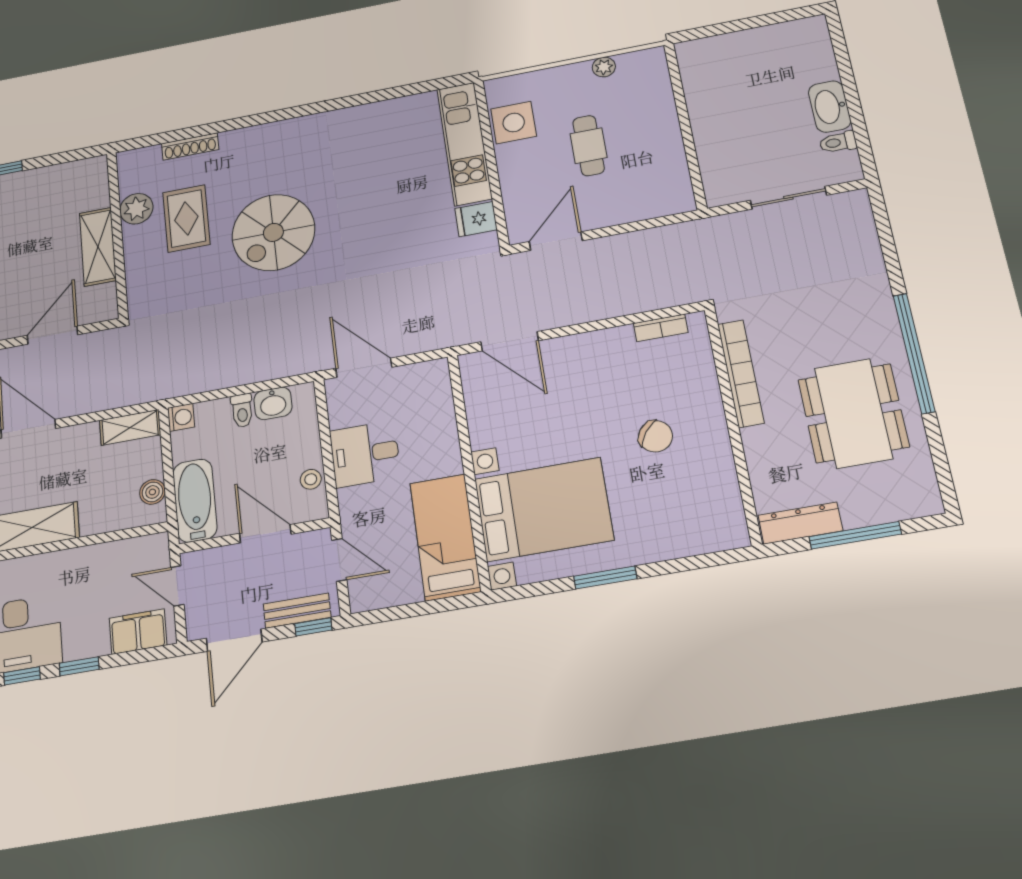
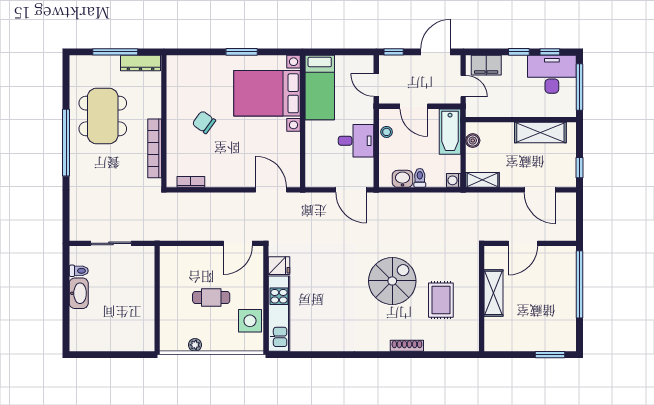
shoe rack: (190, 146) -> (407, 346), moved
cafe table: (589, 146) -> (211, 298), turned 90
plant: (136, 209) -> (469, 312), removed
bench: (297, 611) -> (401, 62), removed

